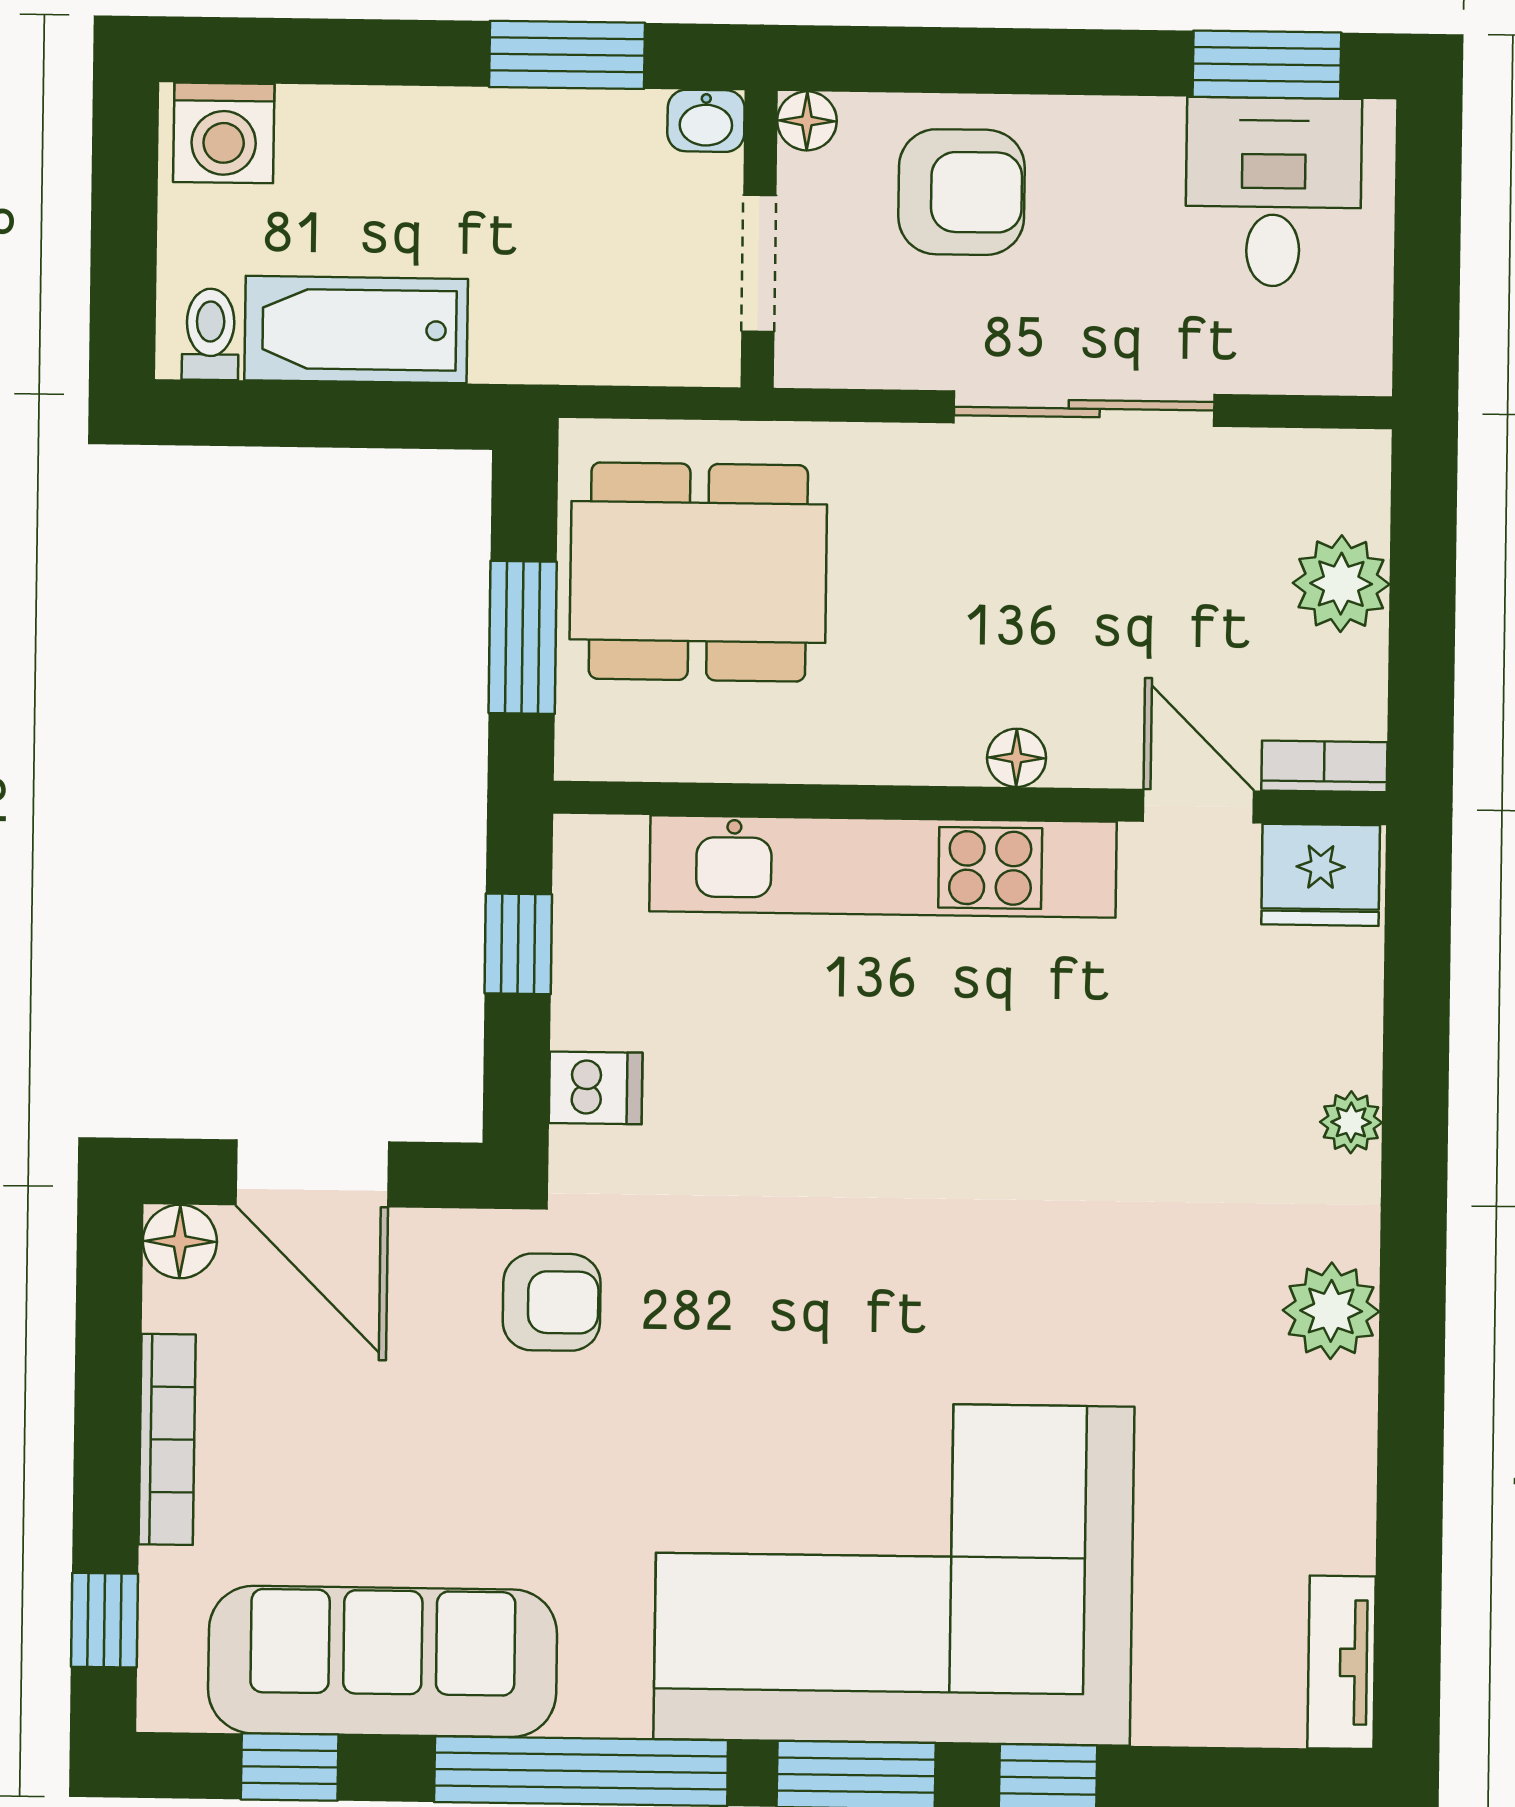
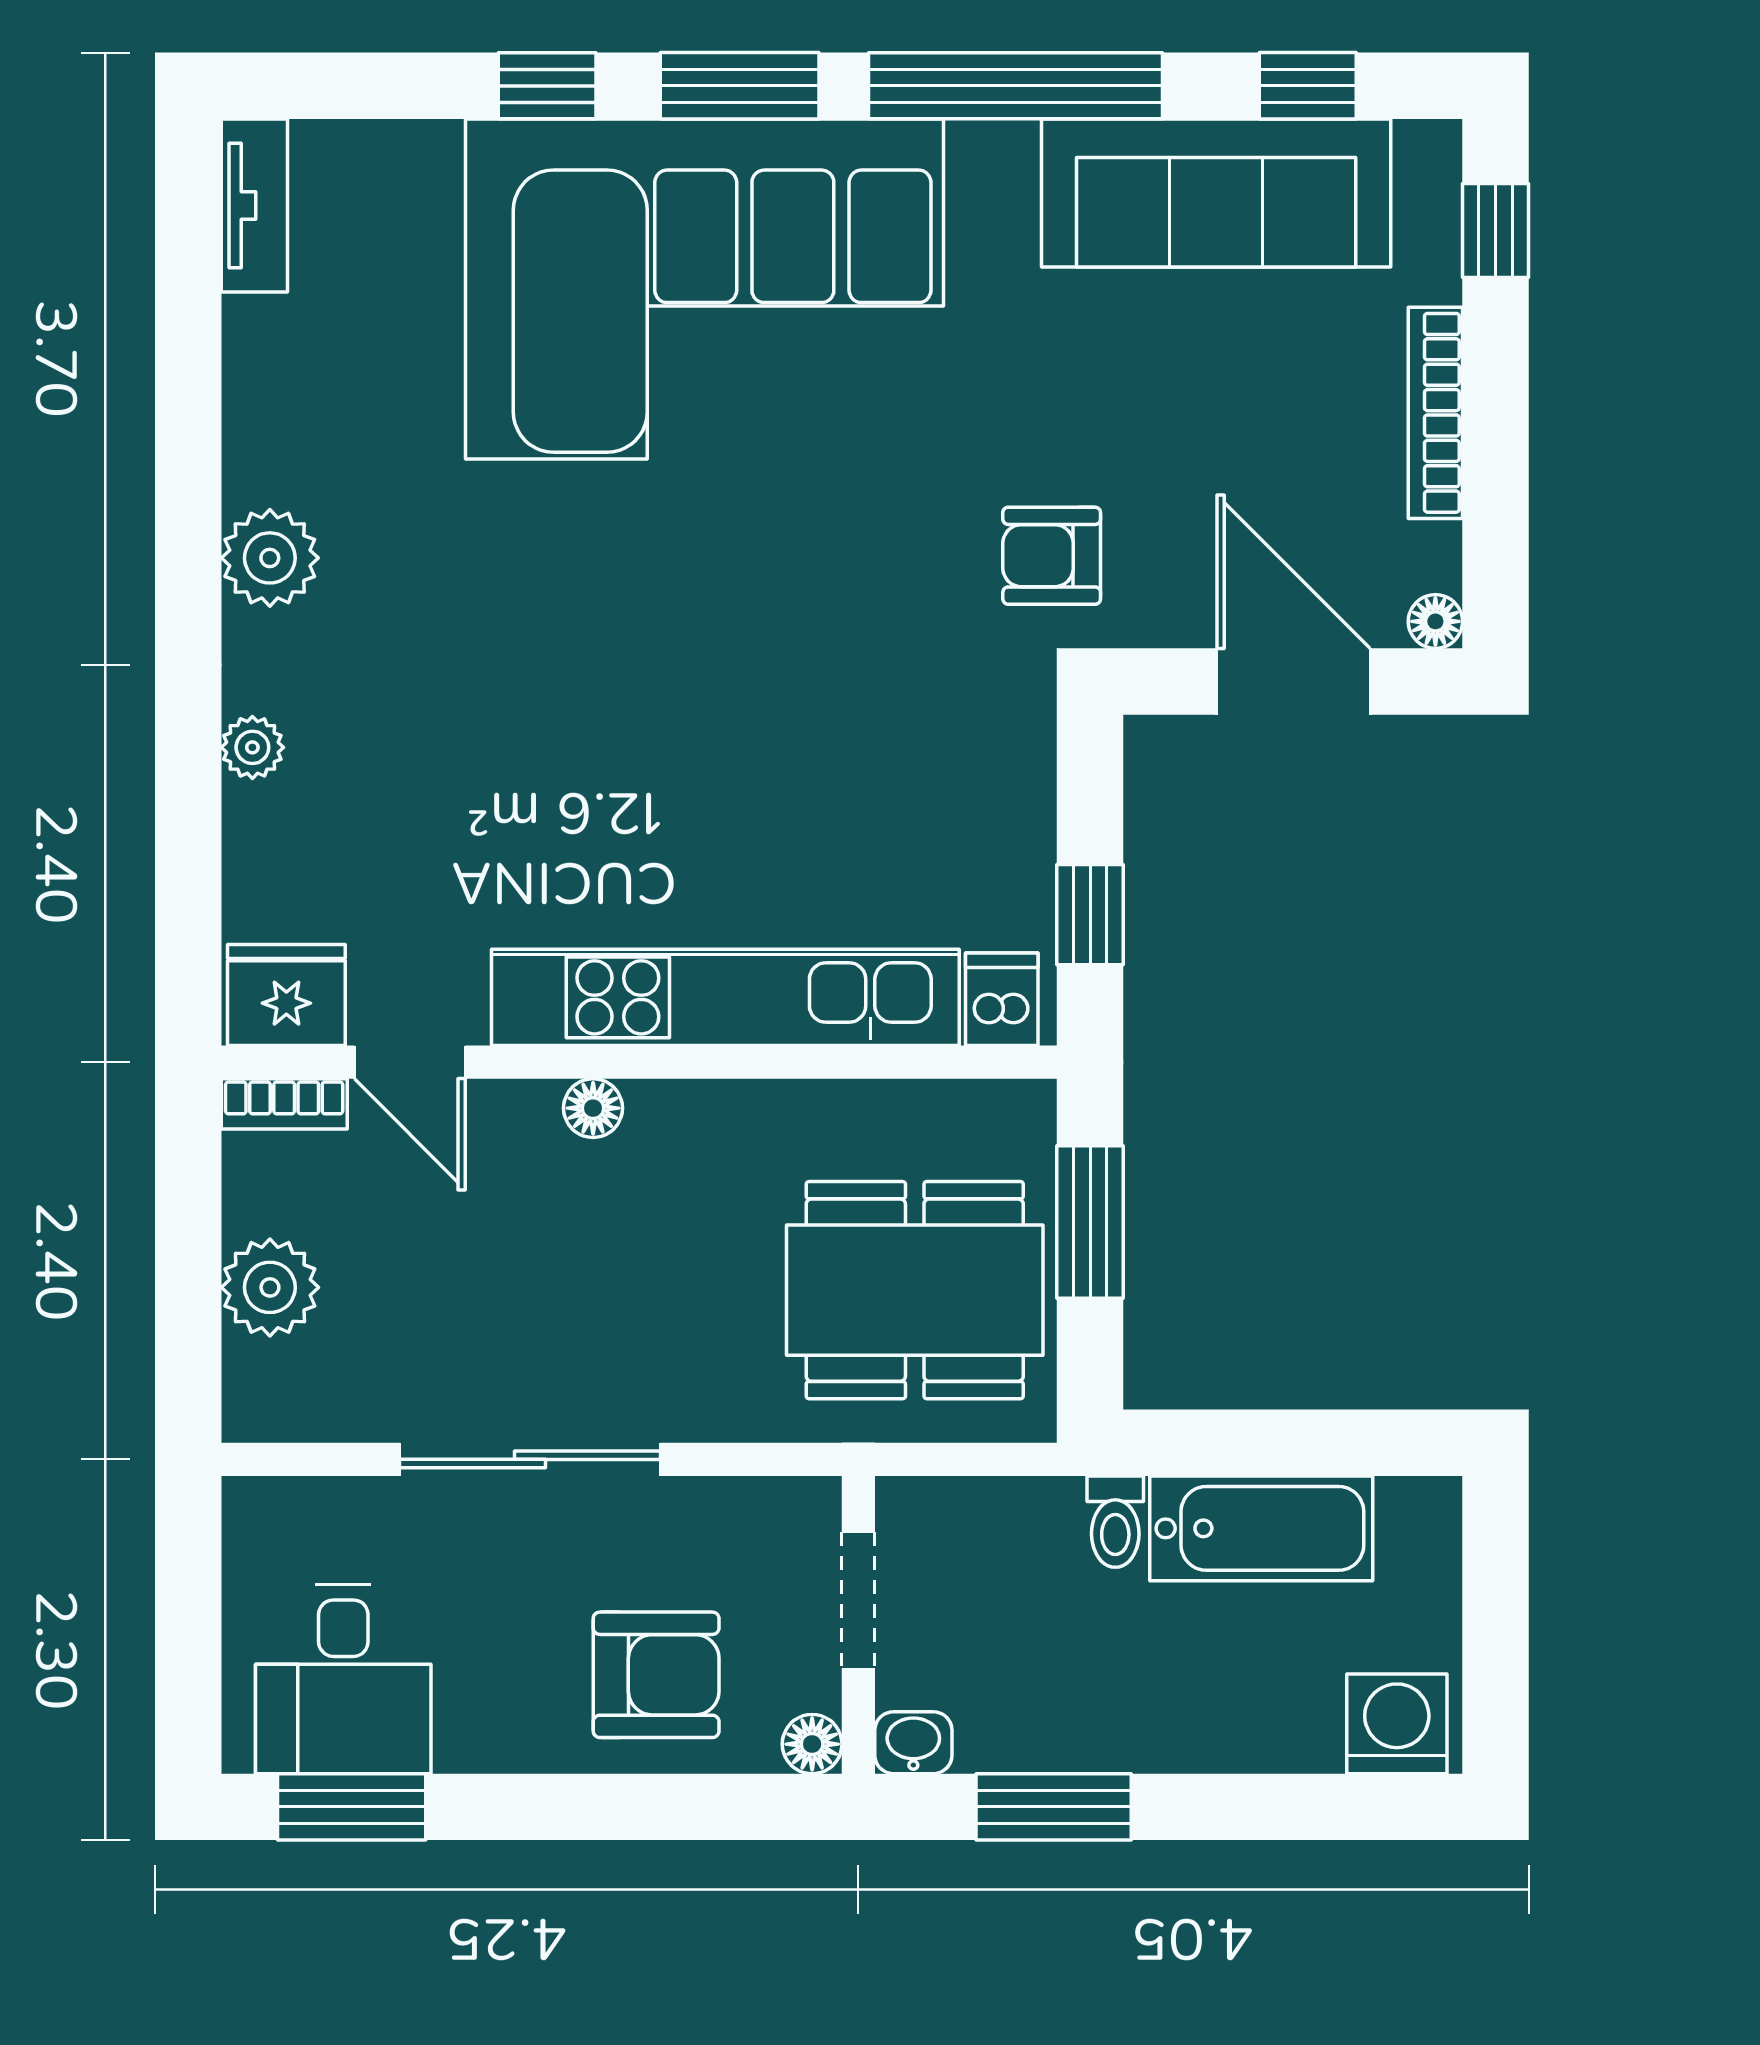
armchair: (961, 192) -> (656, 1675), turned 180
toilet: (210, 334) -> (1115, 1522), moved
dishwasher: (596, 1088) -> (1002, 999), moved, turned 90
floor lamp: (180, 1241) -> (1435, 621), width x0.73, depth x0.73

